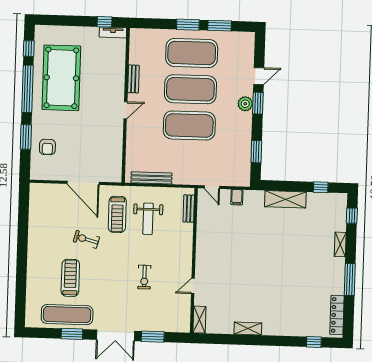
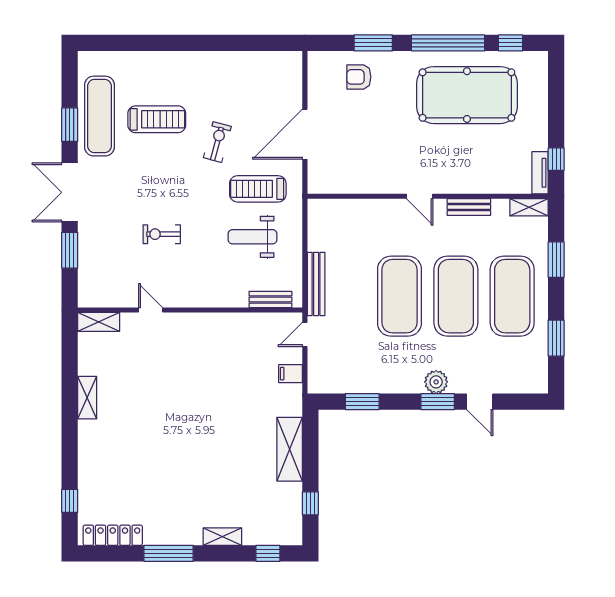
window: (188, 25) -> (556, 260), moved
shelving: (135, 40) -> (529, 207), added
bench: (151, 178) -> (316, 284), moved

